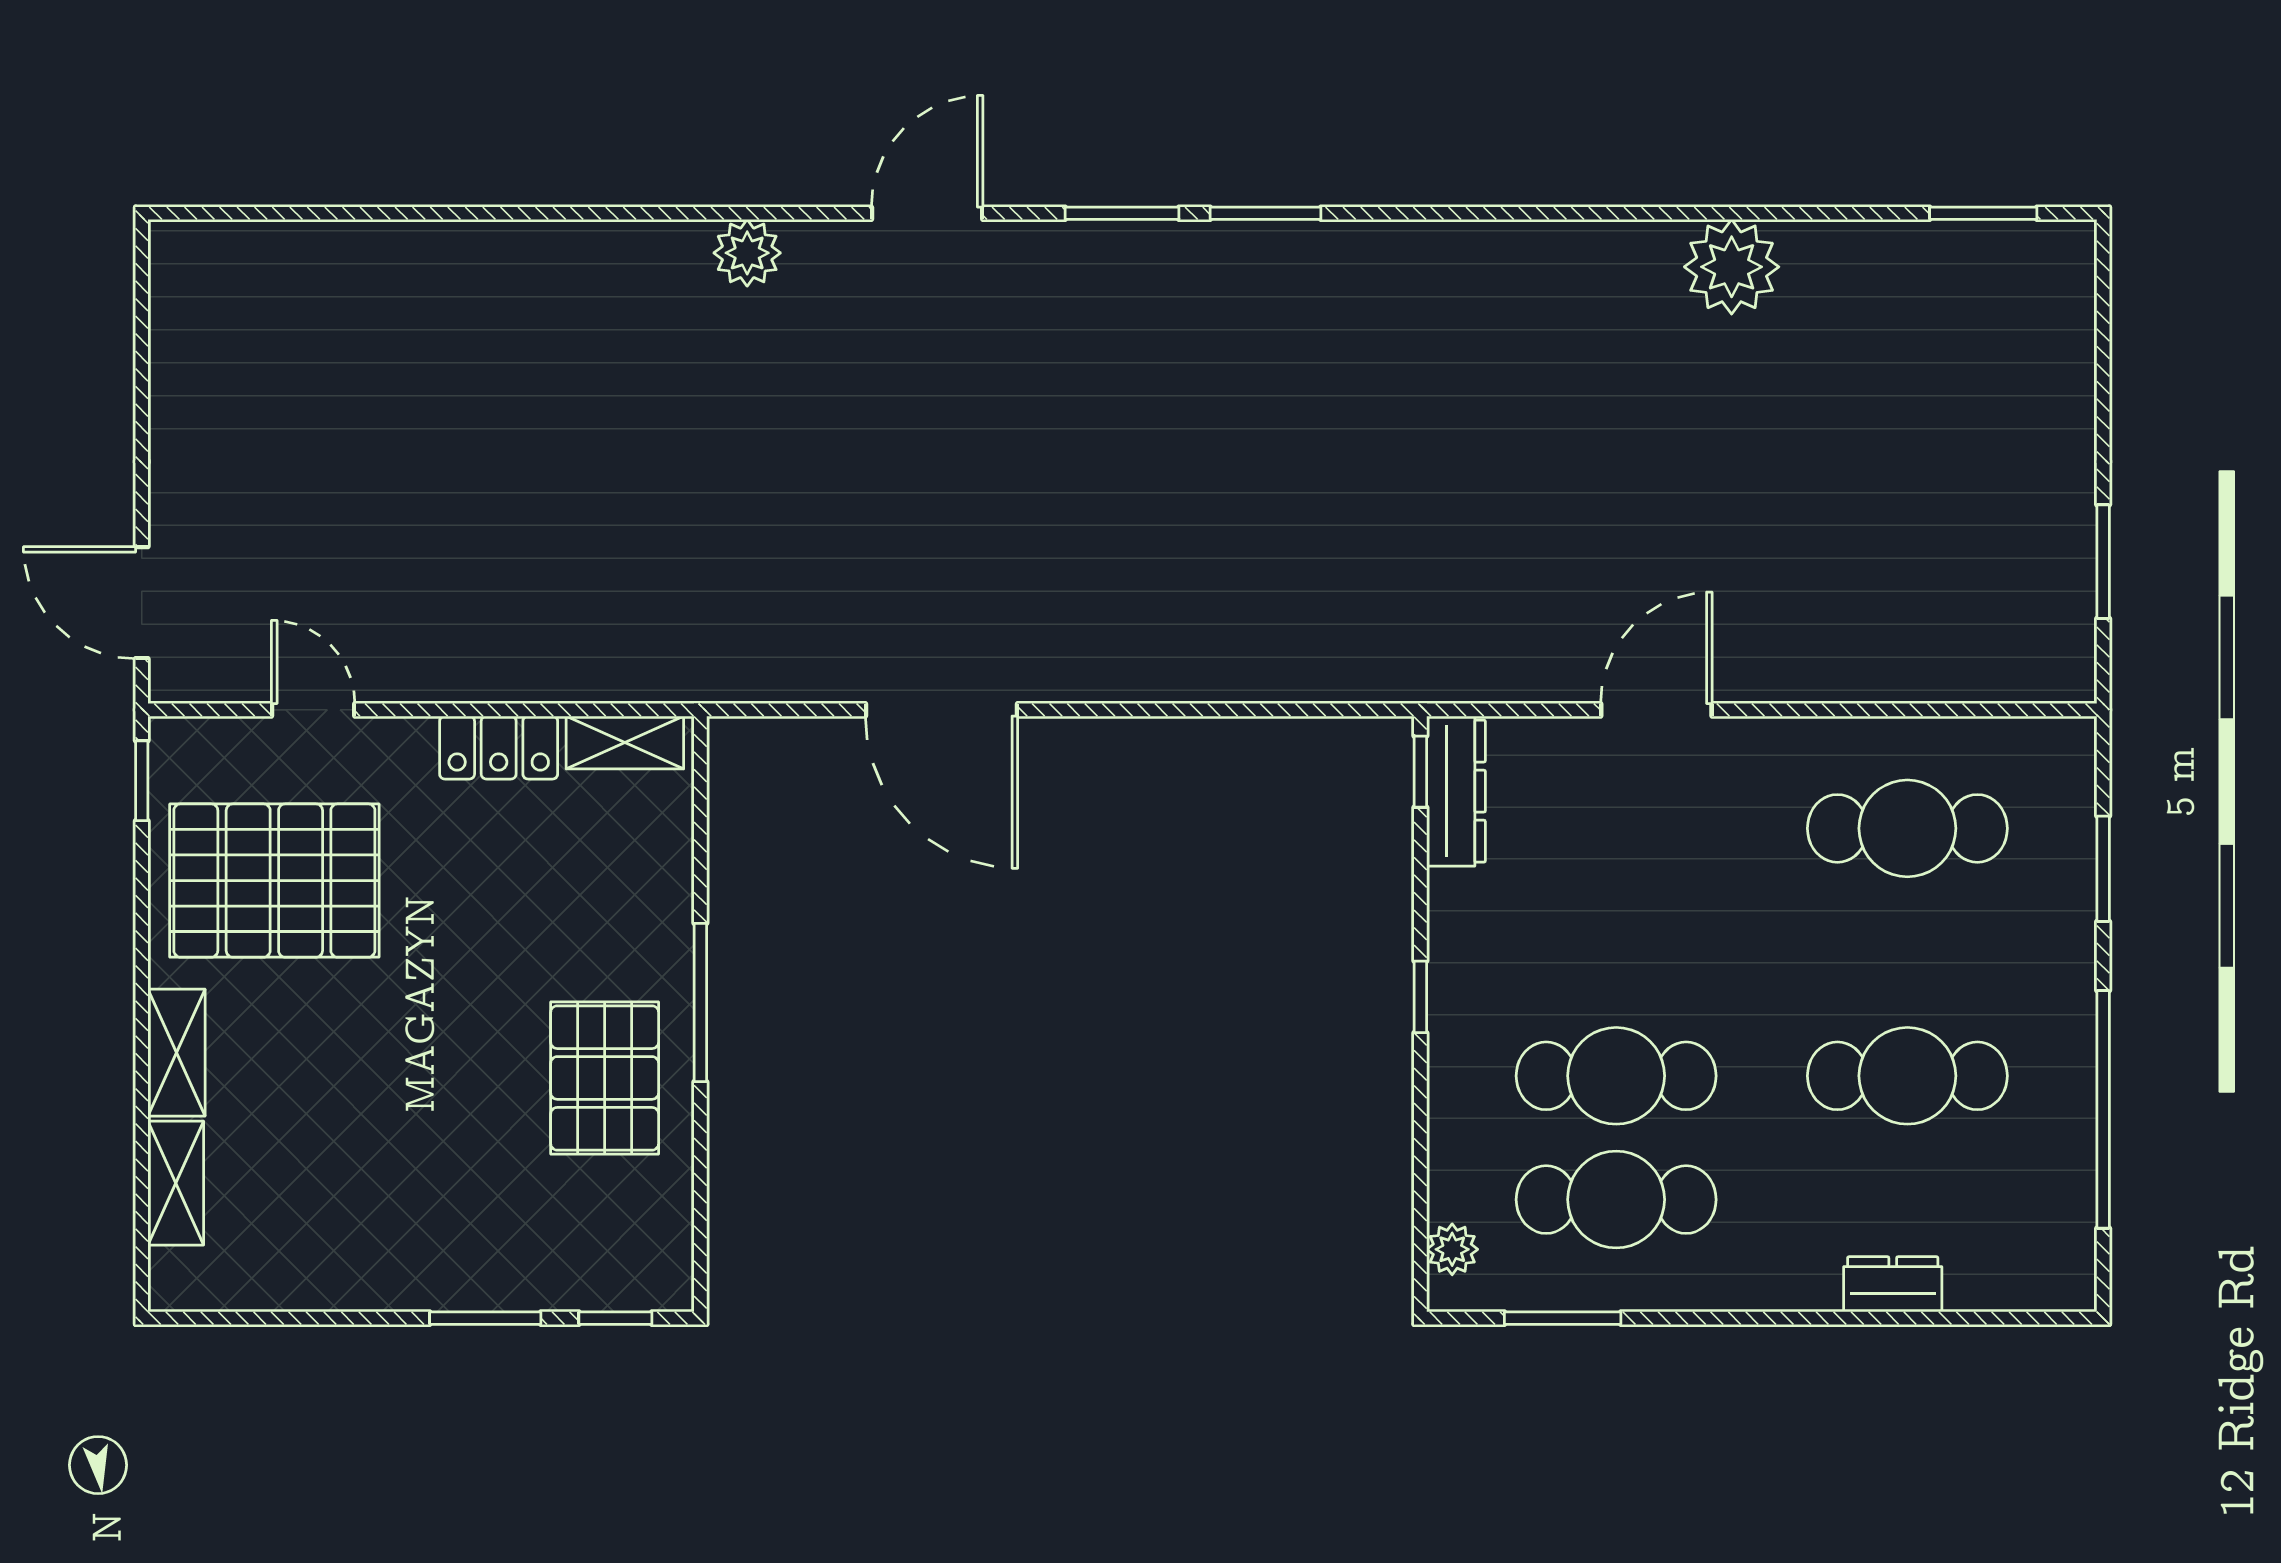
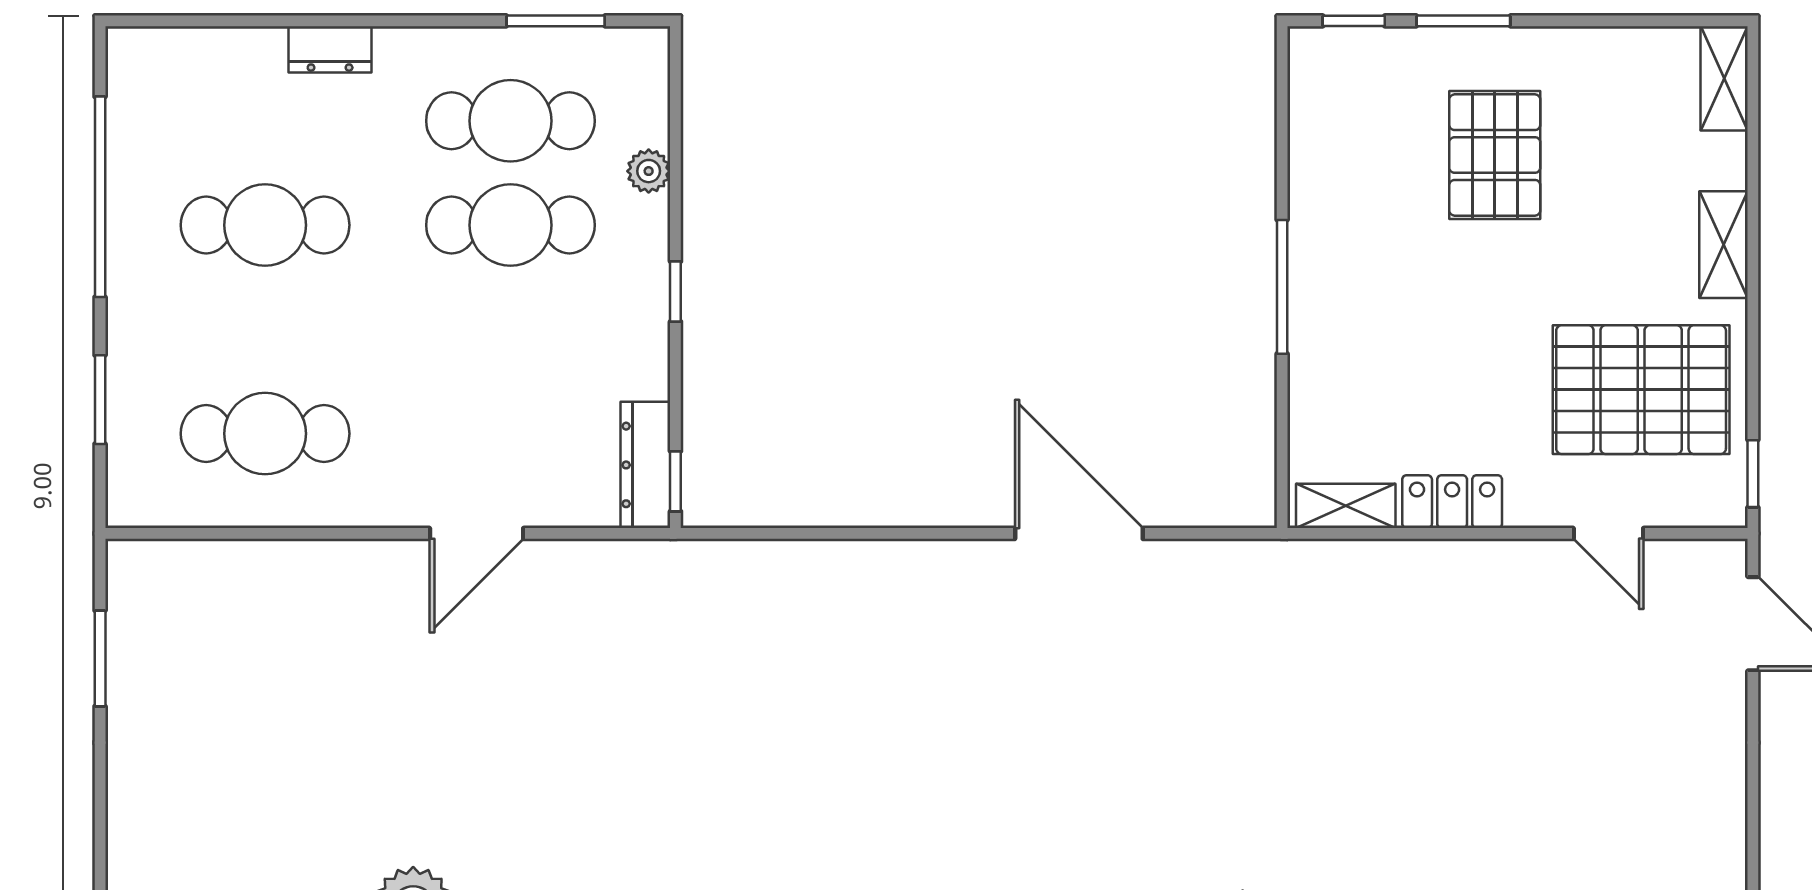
pallet: (605, 1078) -> (1495, 155), moved
shelving: (176, 1183) -> (1724, 78), moved
plant: (1452, 1249) -> (649, 171), moved
dresser: (1893, 1284) -> (330, 49), moved

